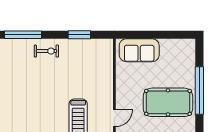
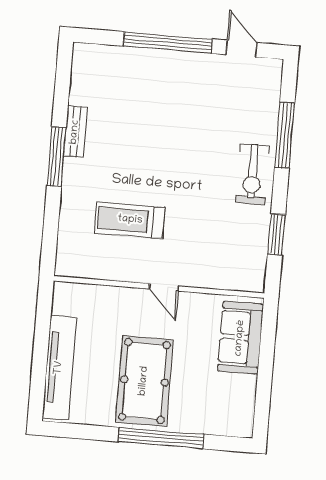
exercise bike: (46, 51) -> (252, 174), width x1.38, depth x1.39
door: (114, 118) -> (164, 287), moved

